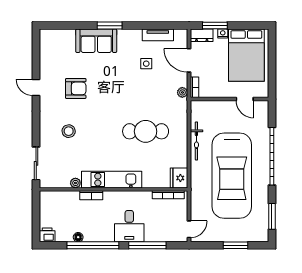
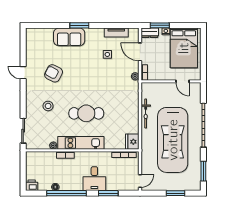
armchair: (76, 88) -> (54, 73), turned -153
cafe table: (146, 131) -> (86, 113), moved
window: (147, 245) -> (108, 193), width x0.69

